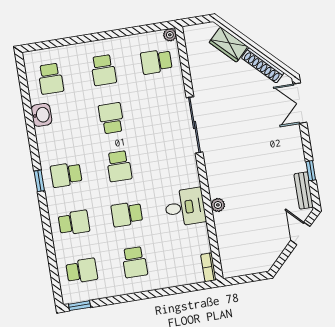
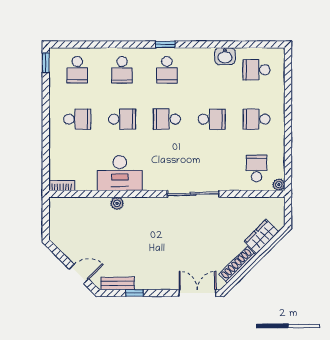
school desk: (66, 175) -> (167, 70), turned 180
desk: (185, 207) -> (120, 173), width x1.37
school desk: (127, 214) -> (122, 119), turned 90
school desk: (135, 262) -> (77, 119), turned 180

